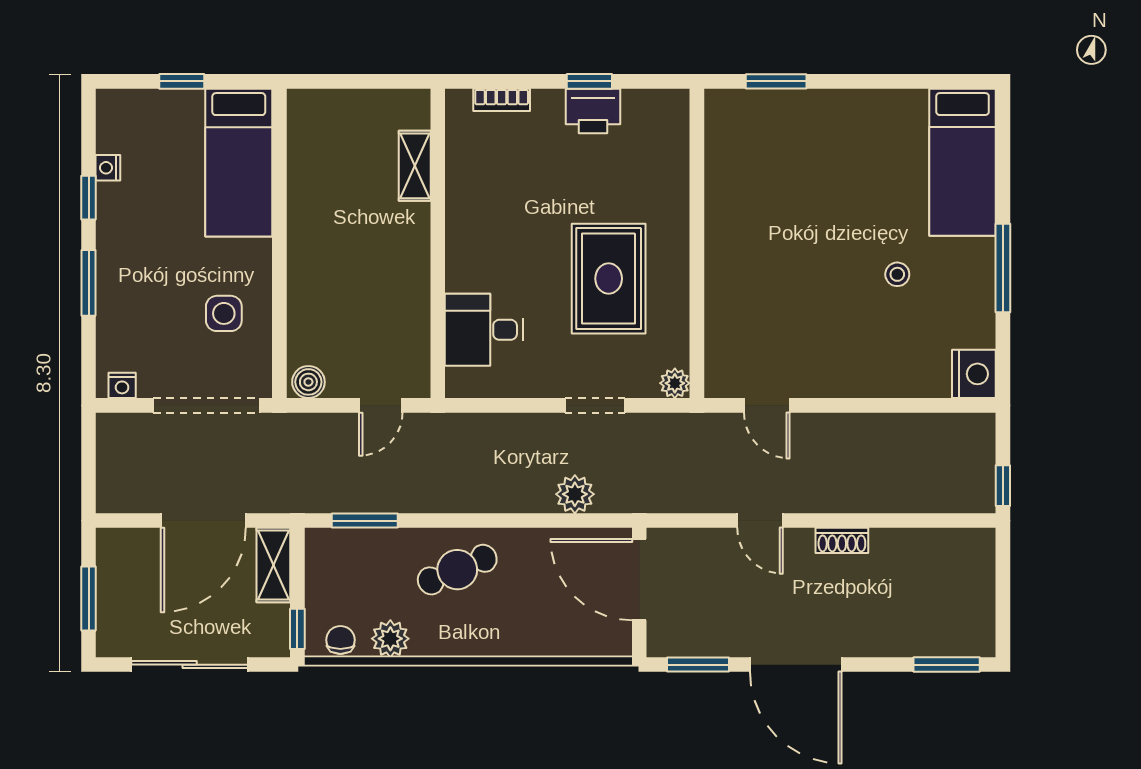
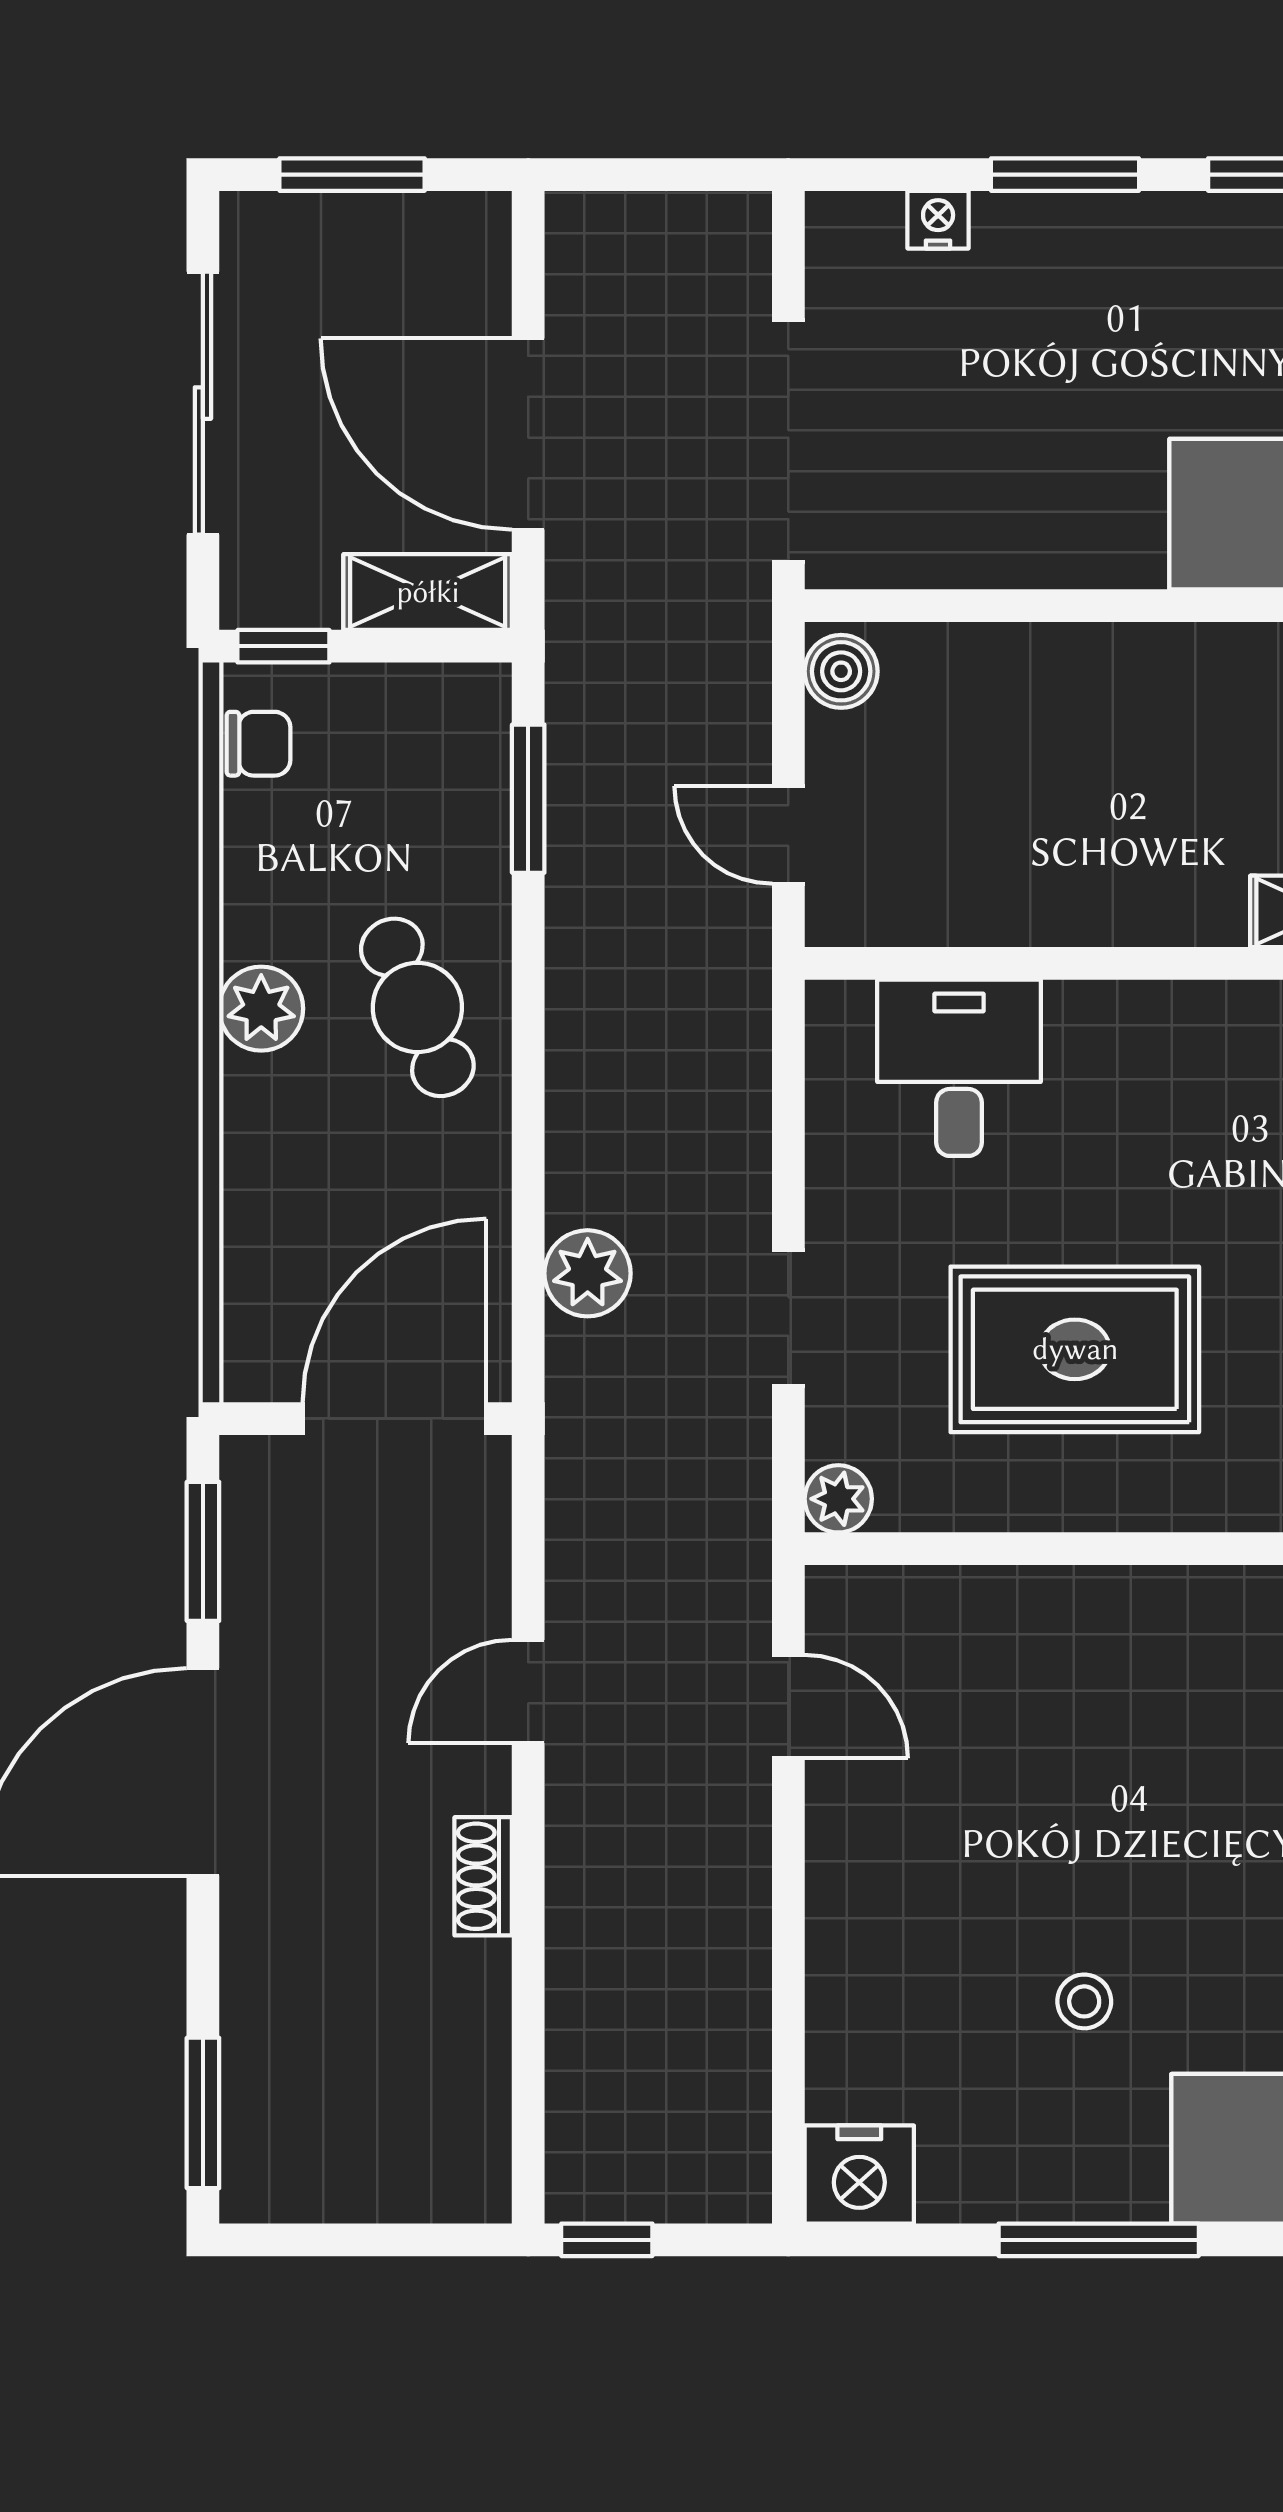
side table: (224, 313) -> (996, 480), removed
nightstand: (122, 385) -> (938, 220), moved, turned 90
door: (767, 405) -> (788, 1707), swing flipped
plant: (390, 639) -> (261, 1009), moved

